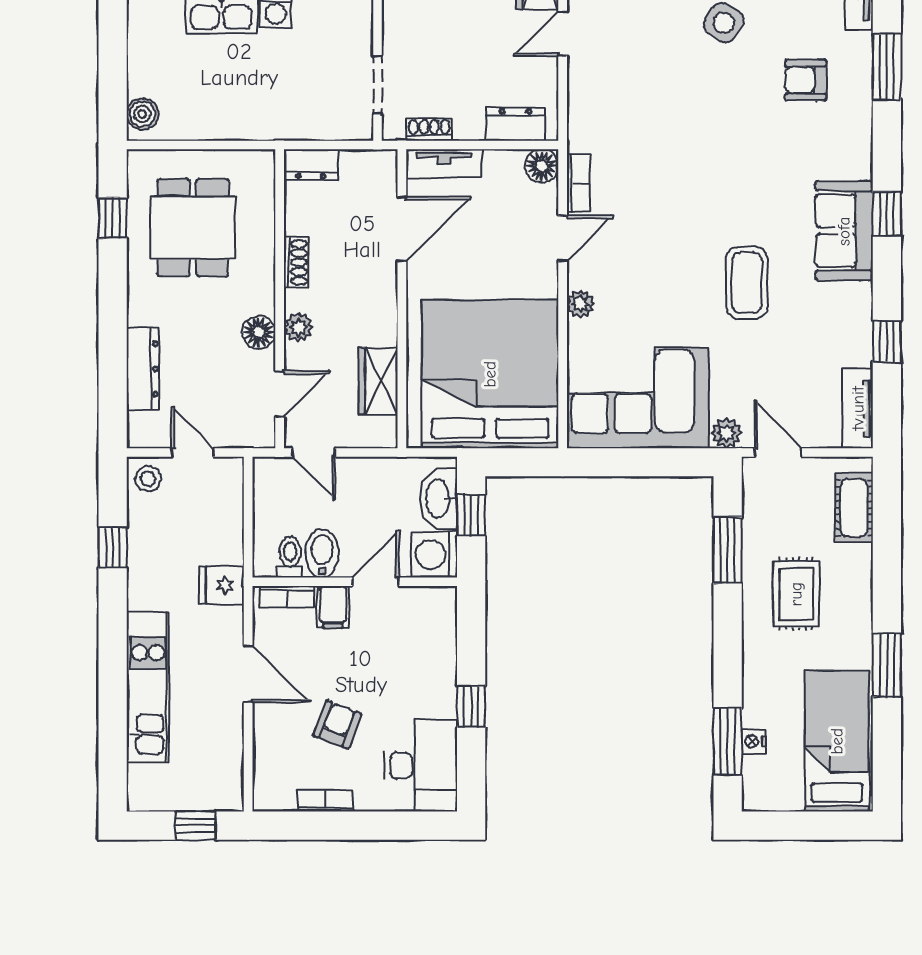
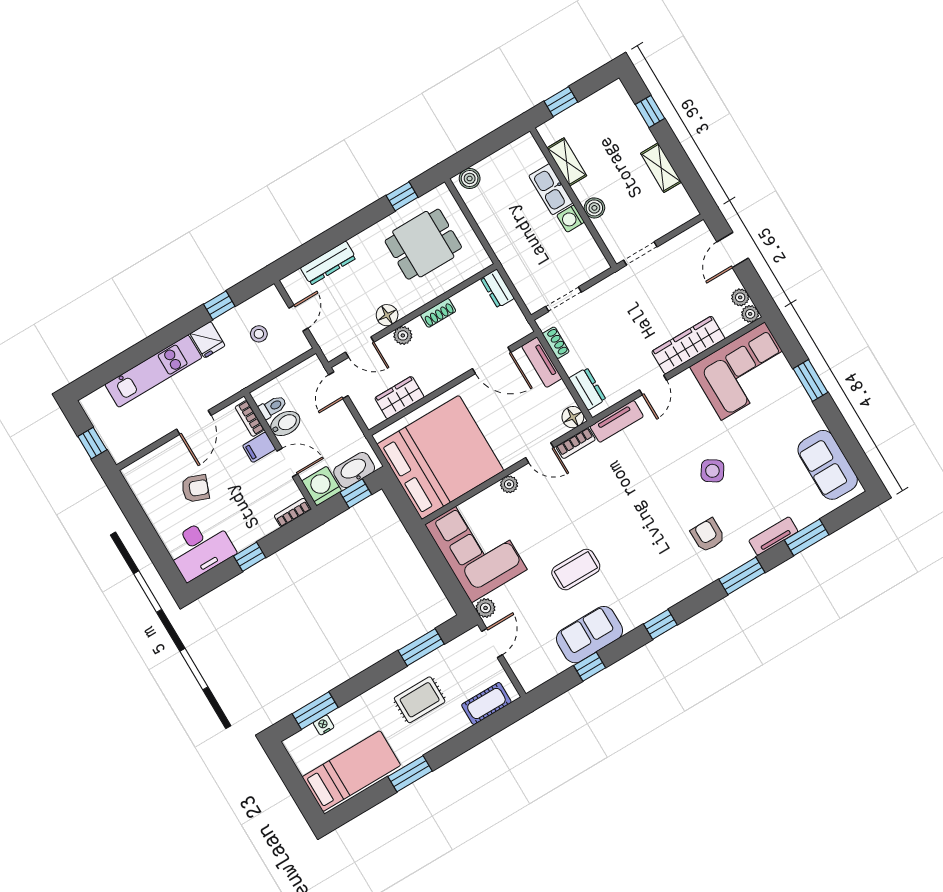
door: (563, 34) -> (653, 385), swing flipped
sofa: (844, 231) -> (589, 635), moved
tv unit: (858, 408) -> (617, 421), moved, turned 180
stool: (148, 479) -> (259, 334), moved
fridge: (222, 585) -> (208, 340), moved, turned 180
bookcase: (325, 801) -> (292, 513), moved, turned -90

